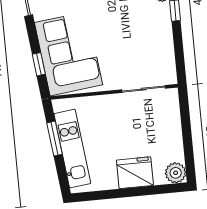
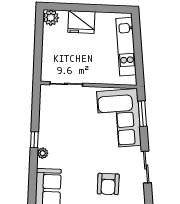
window: (39, 64) -> (142, 114), width x1.50
window: (55, 139) -> (138, 56), removed

